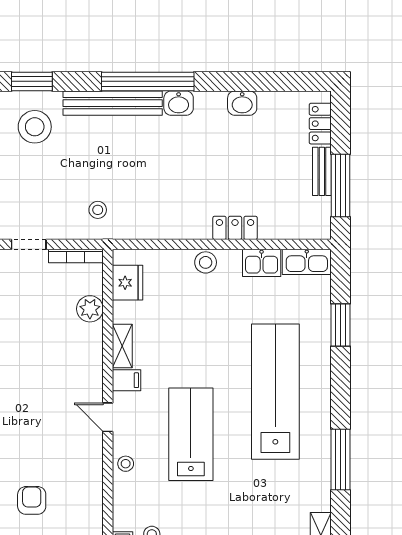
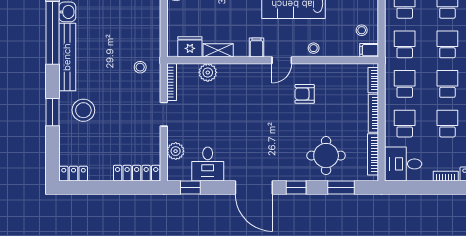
shelving: (122, 346) -> (218, 50), moved
armchair: (32, 500) -> (305, 94), moved

